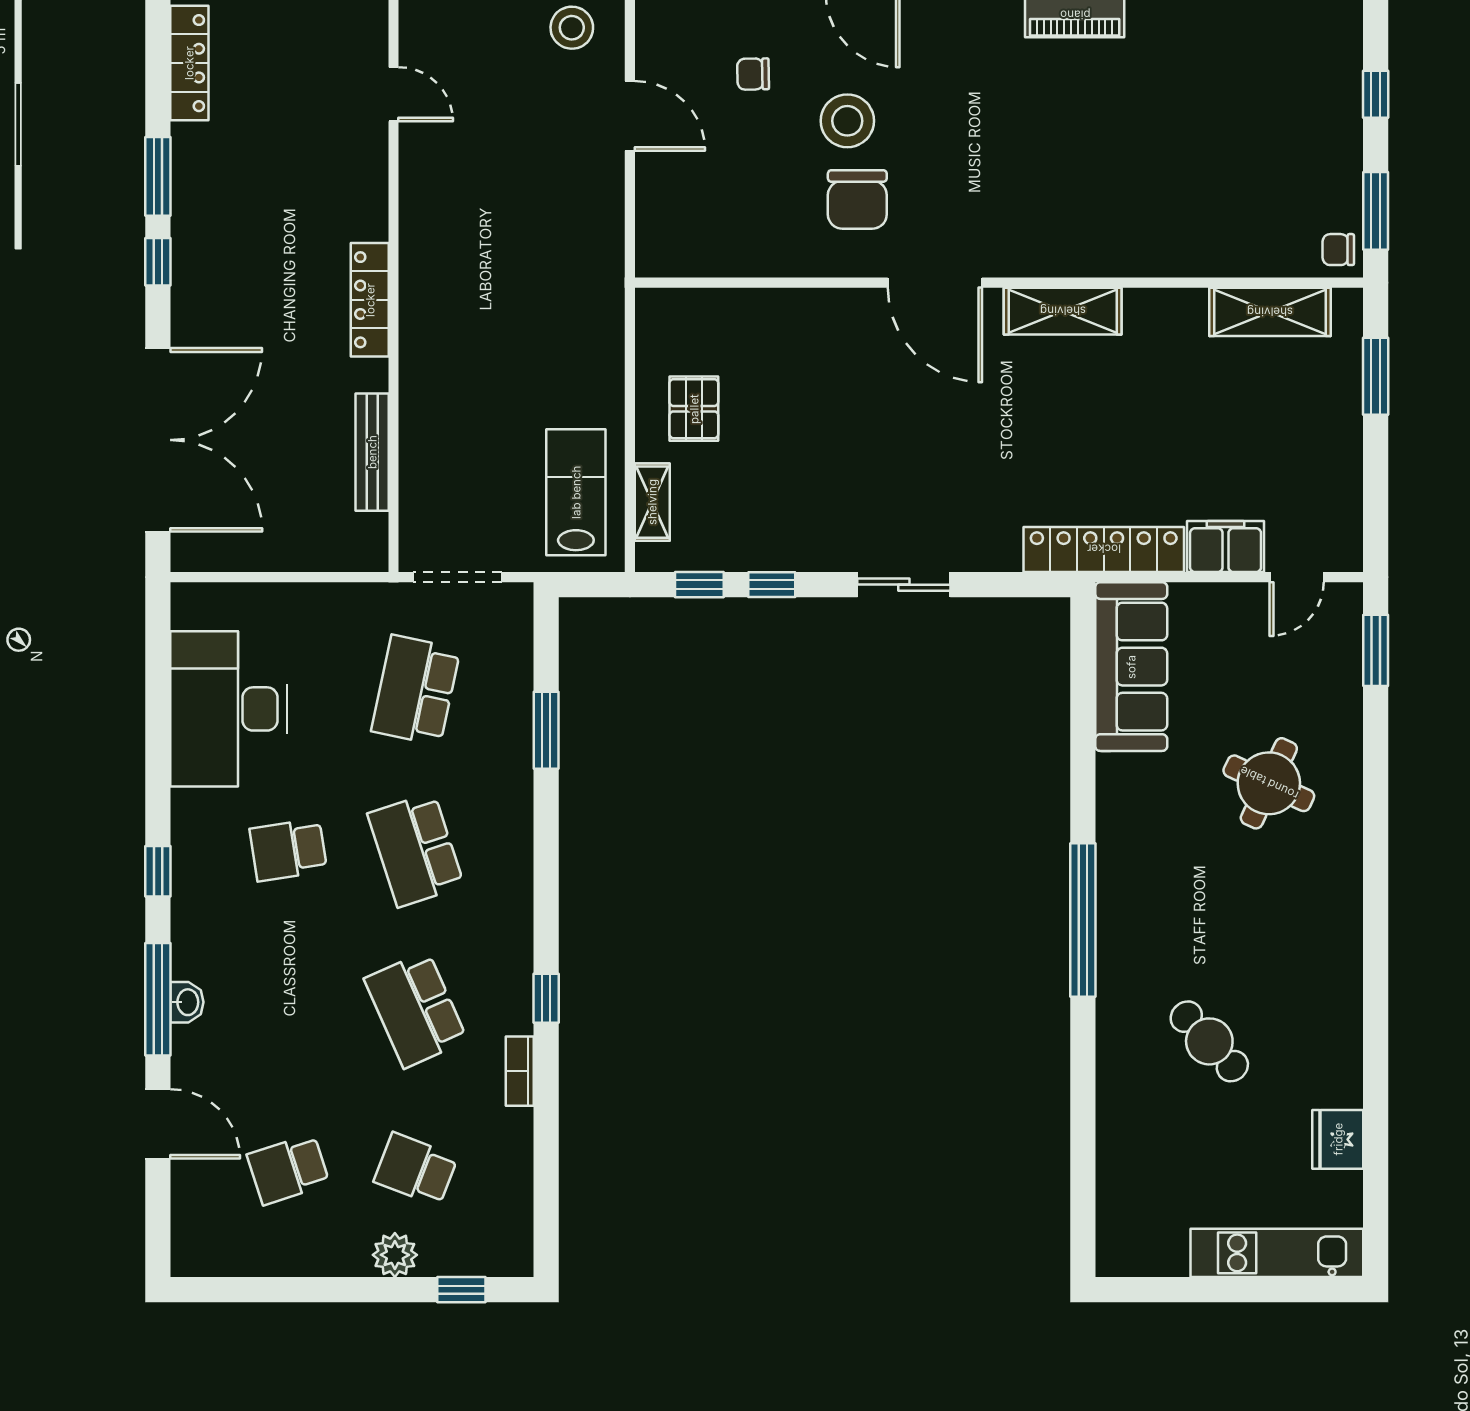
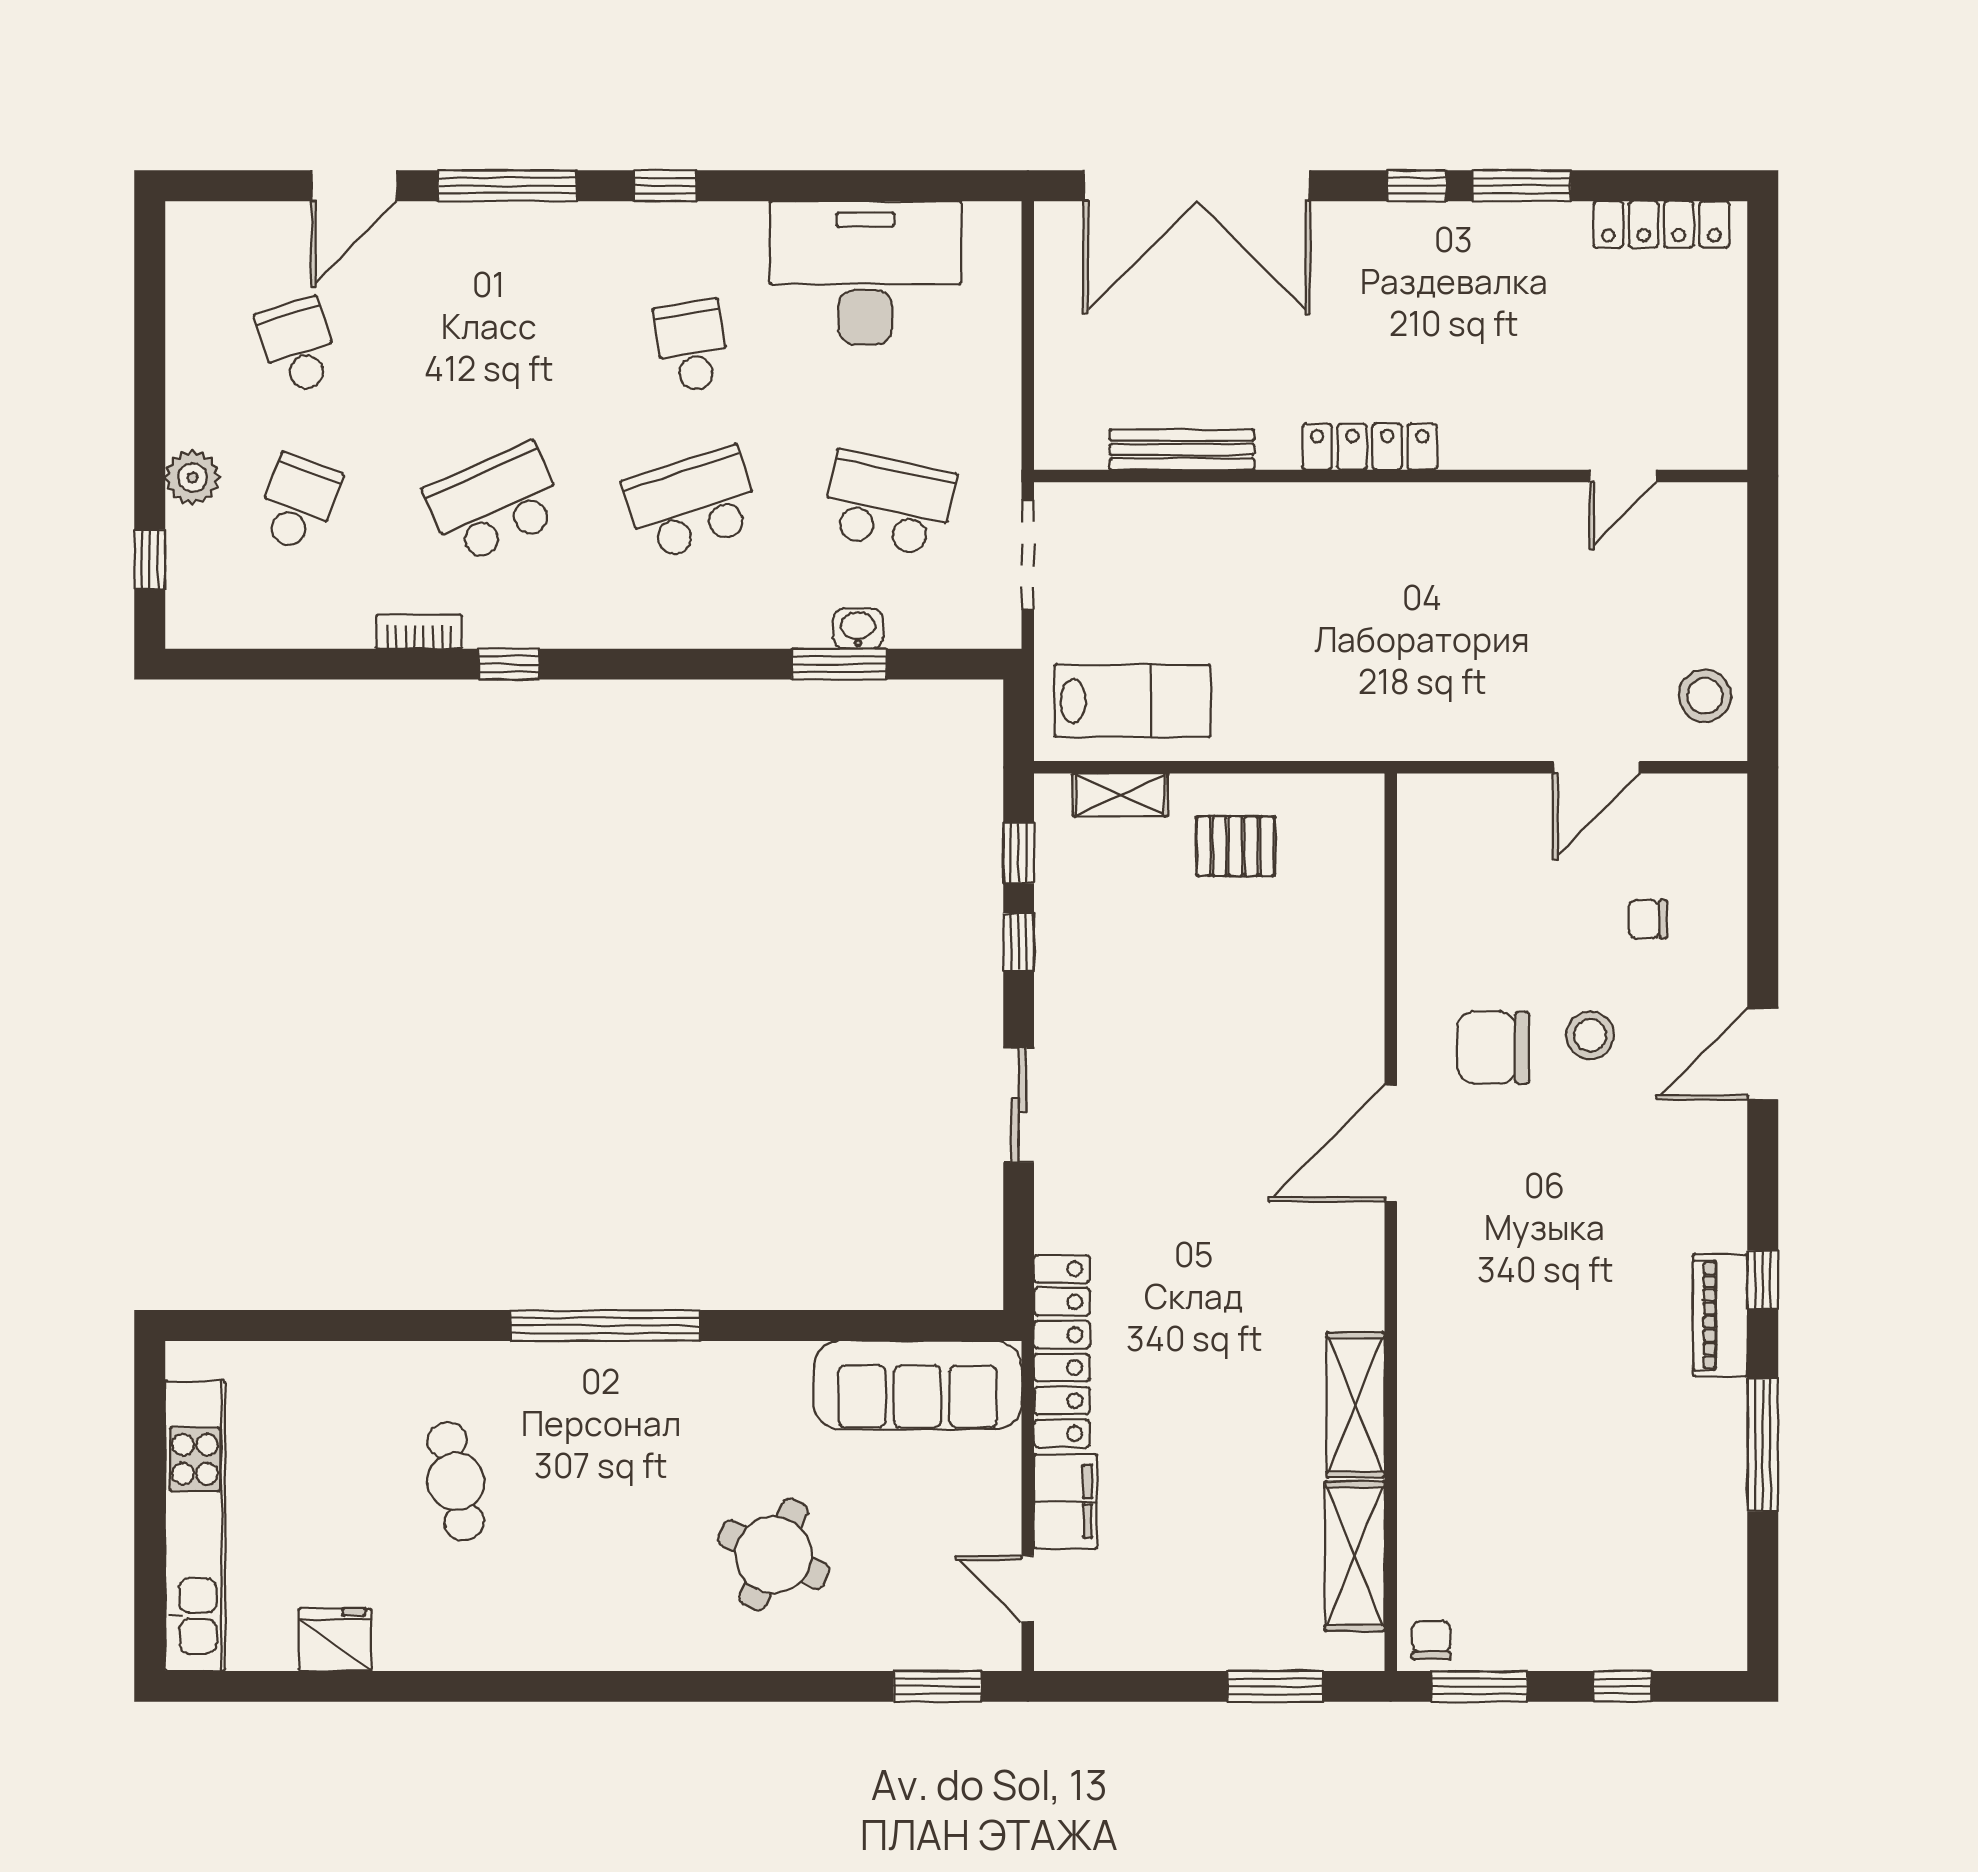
chair: (753, 74) -> (1648, 919), turned -89
stool: (847, 121) -> (1590, 1035), width x0.73, depth x0.73
shelving: (1063, 311) -> (1356, 1405), moved
washbasin: (187, 1002) -> (858, 629), moved, turned 180
cafe table: (1209, 1041) -> (456, 1481), turned -59
kitchen unit: (1277, 1253) -> (195, 1526), width x1.36

